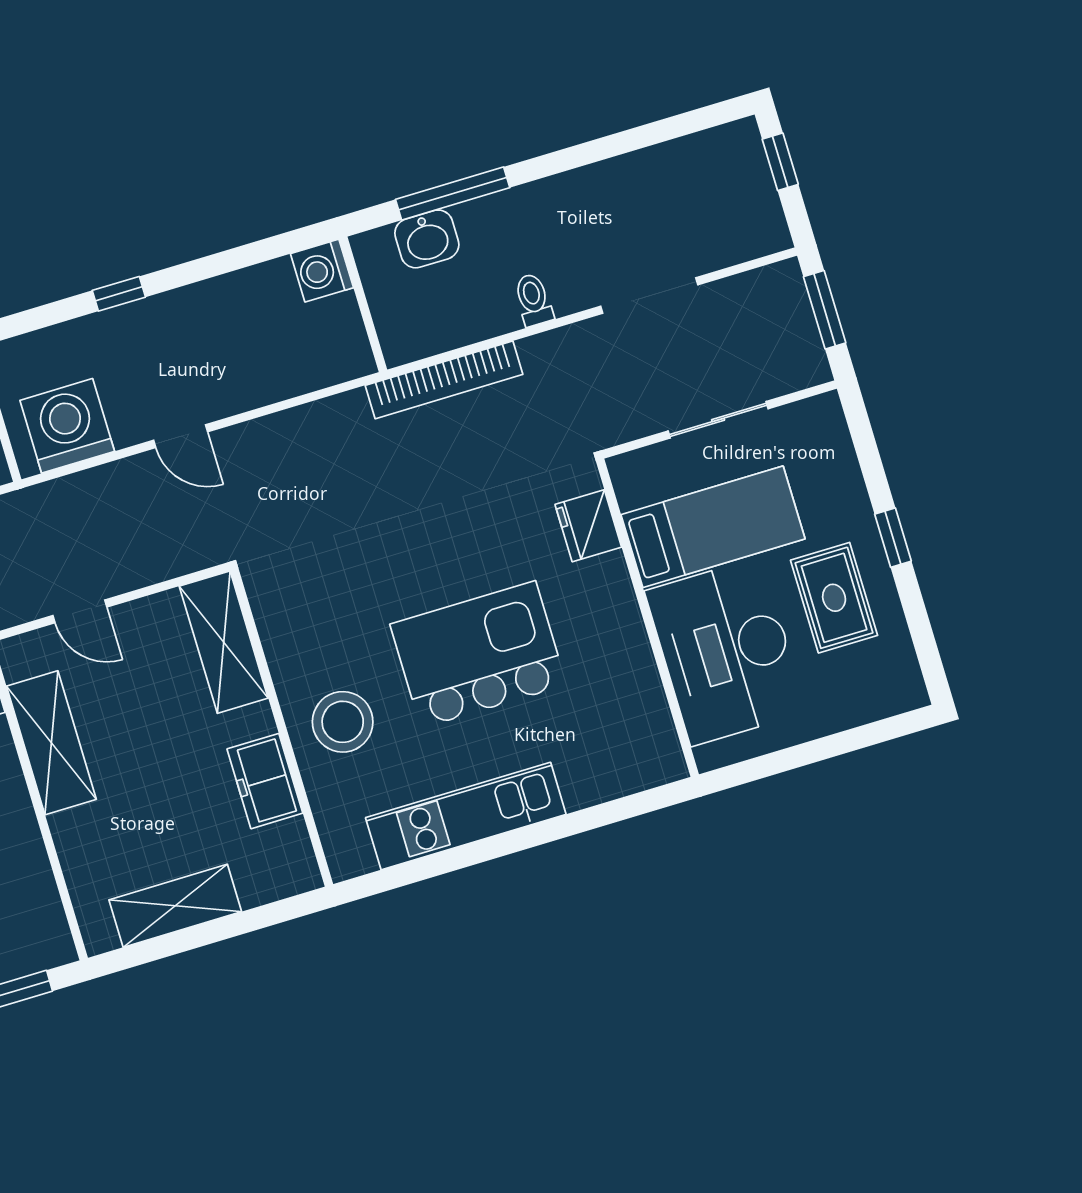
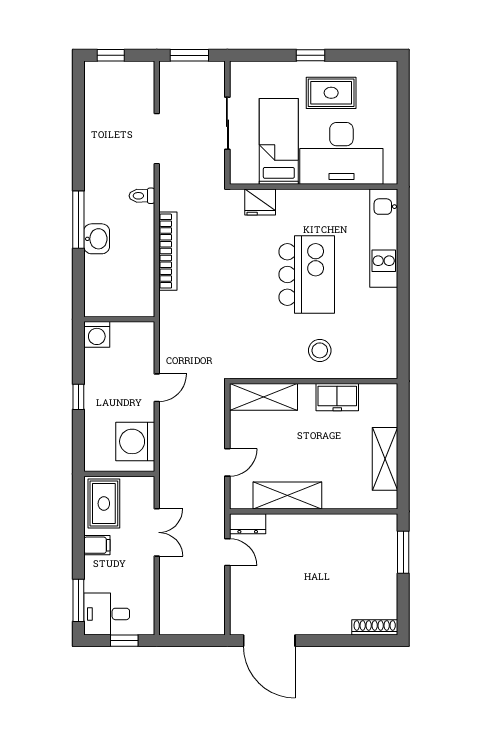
washing machine: (322, 271) -> (97, 334), moved
wall: (363, 304) -> (119, 319), moved
kitchen island: (478, 654) -> (307, 274), turned 180
stool: (343, 722) -> (320, 350), width x0.73, depth x0.73
kitchen unit: (466, 816) -> (384, 238), moved

